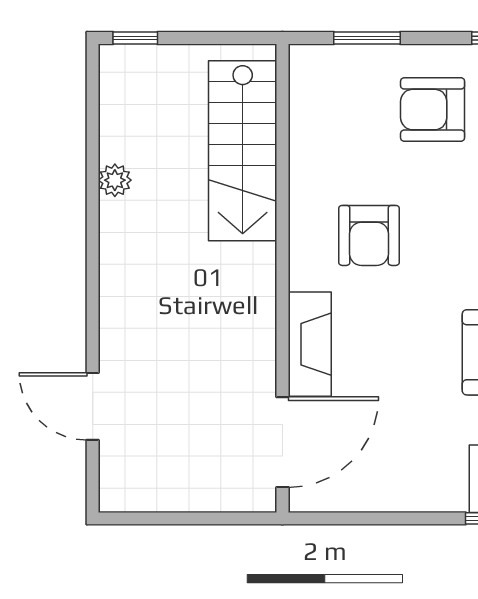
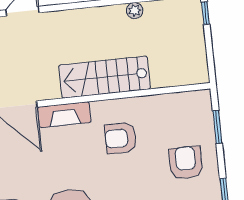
stairs: (243, 151) -> (105, 77), moved

